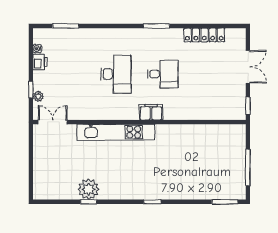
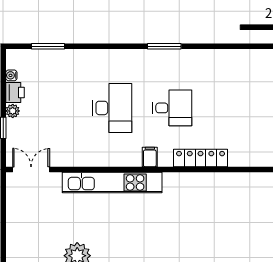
locker: (204, 35) -> (201, 158), moved, turned 180
plant: (38, 96) -> (13, 111), moved
filing cabinet: (151, 112) -> (150, 157), width x0.50

